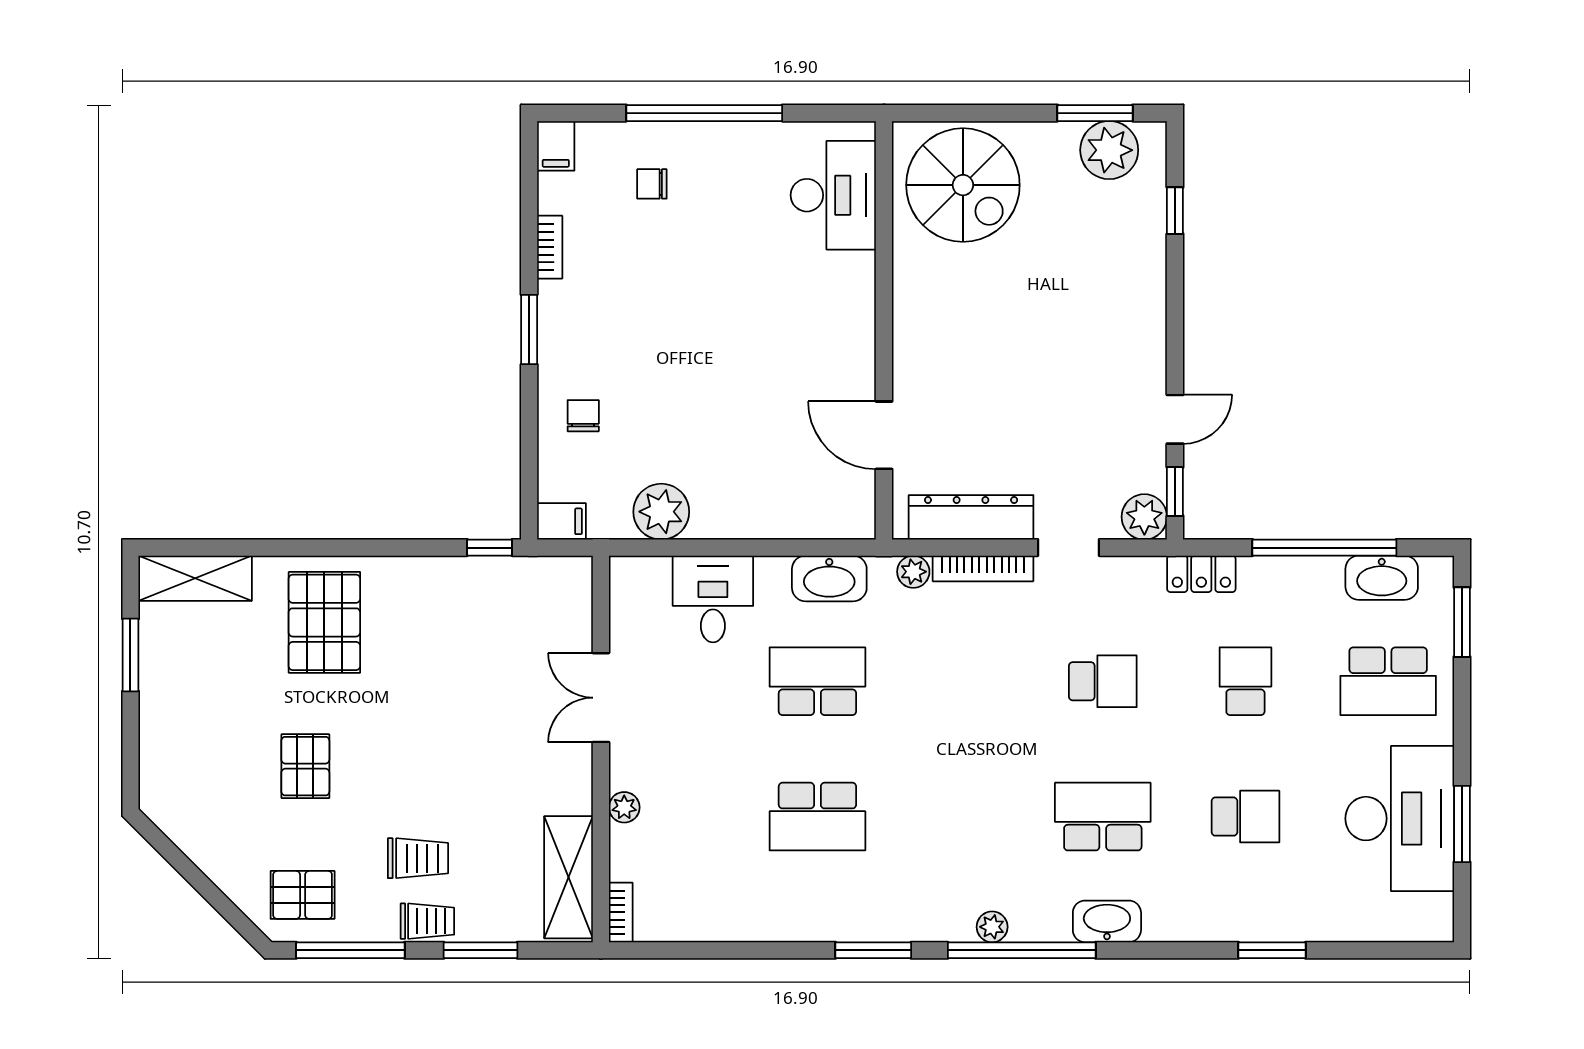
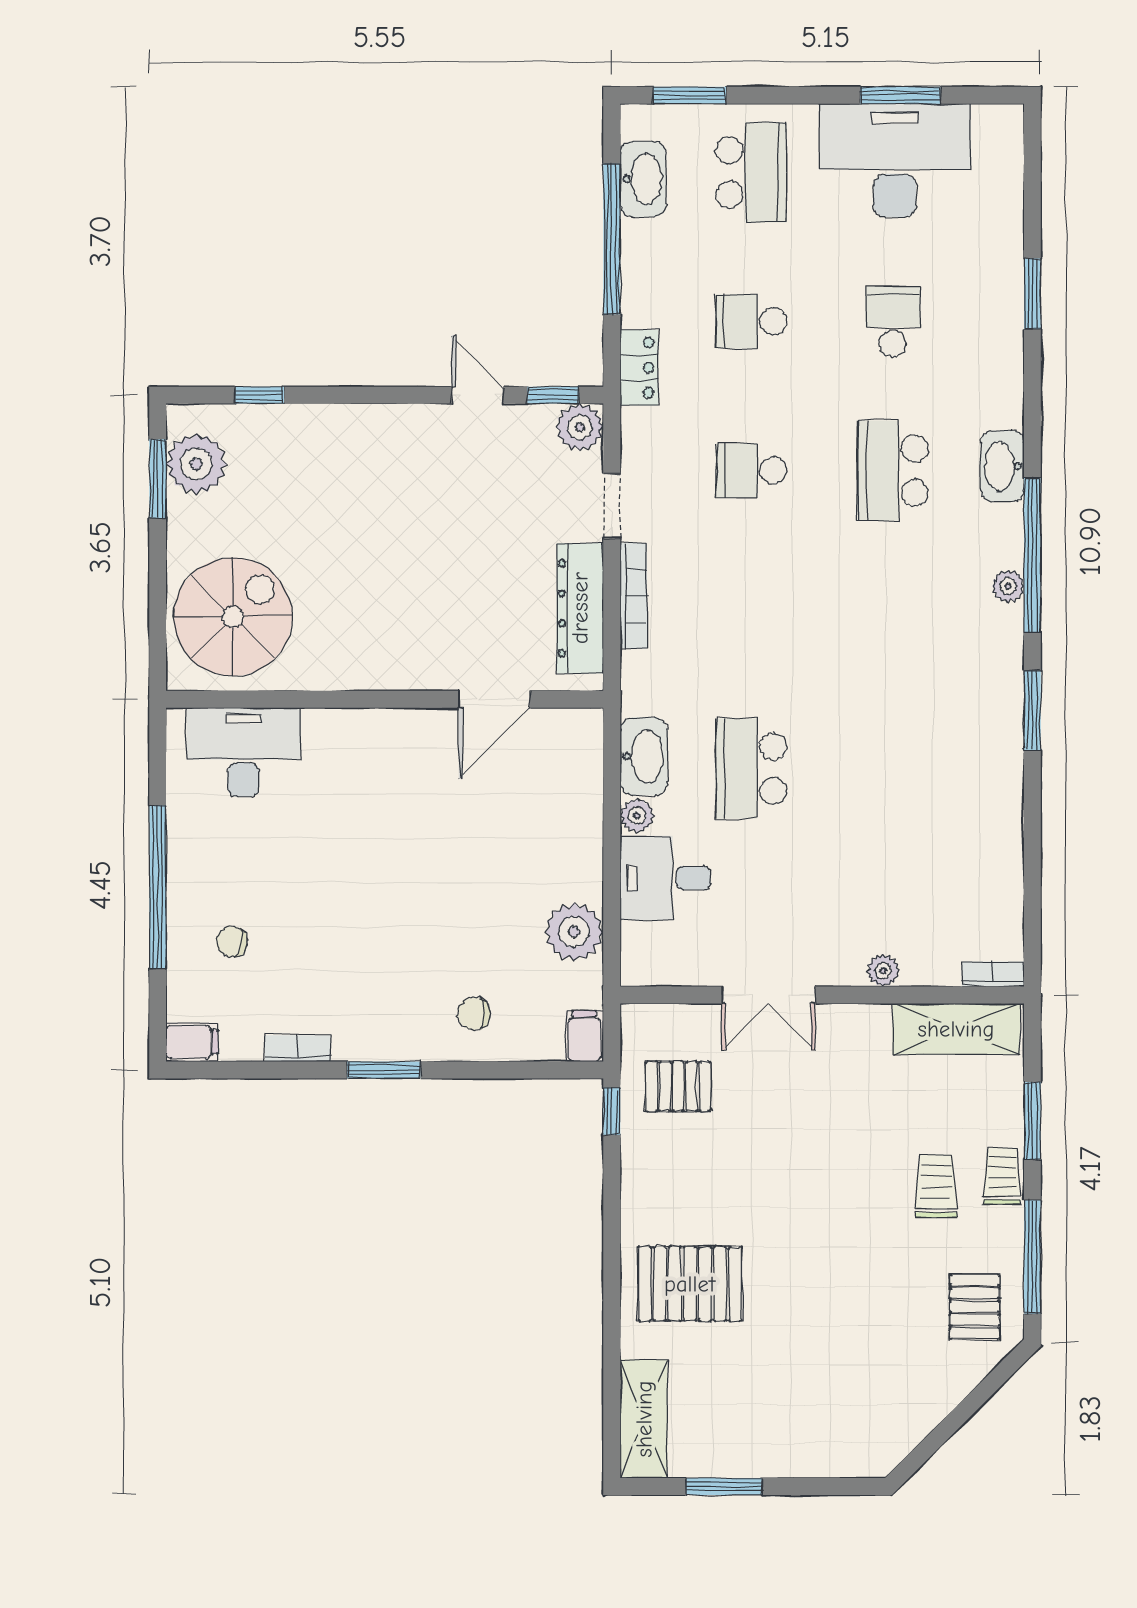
chair: (652, 184) -> (232, 942), turned 99
plant: (913, 572) -> (637, 816), moved
school desk: (1103, 681) -> (751, 471), turned -90
pallet: (305, 766) -> (678, 1086), moved
school desk: (817, 817) -> (893, 769), removed

